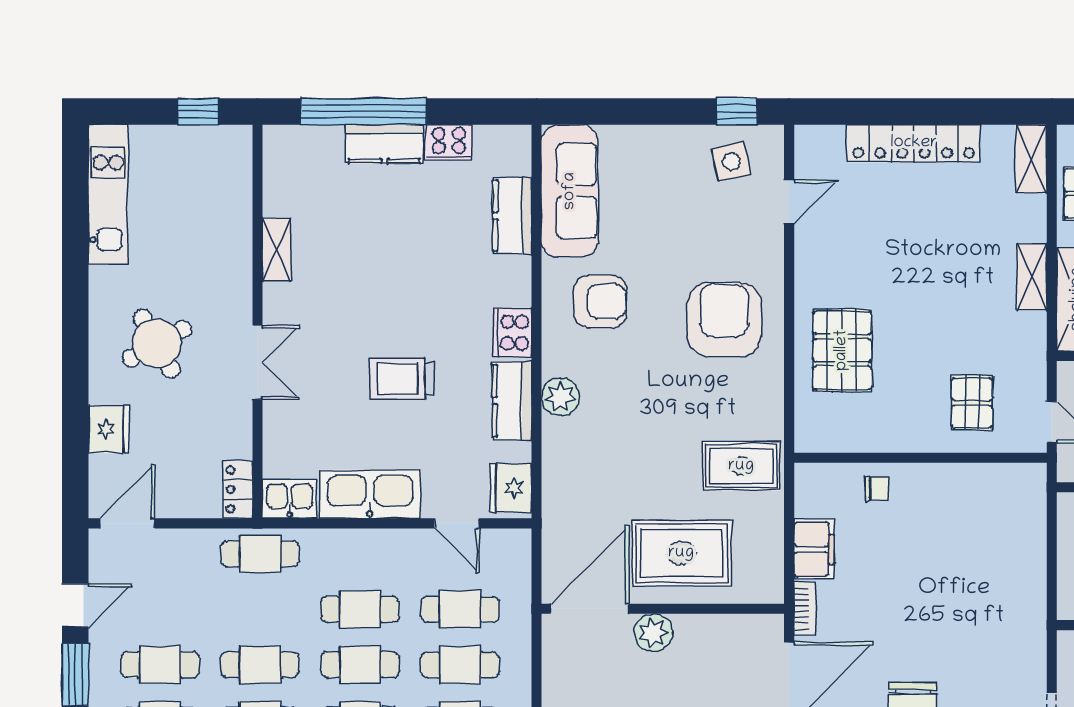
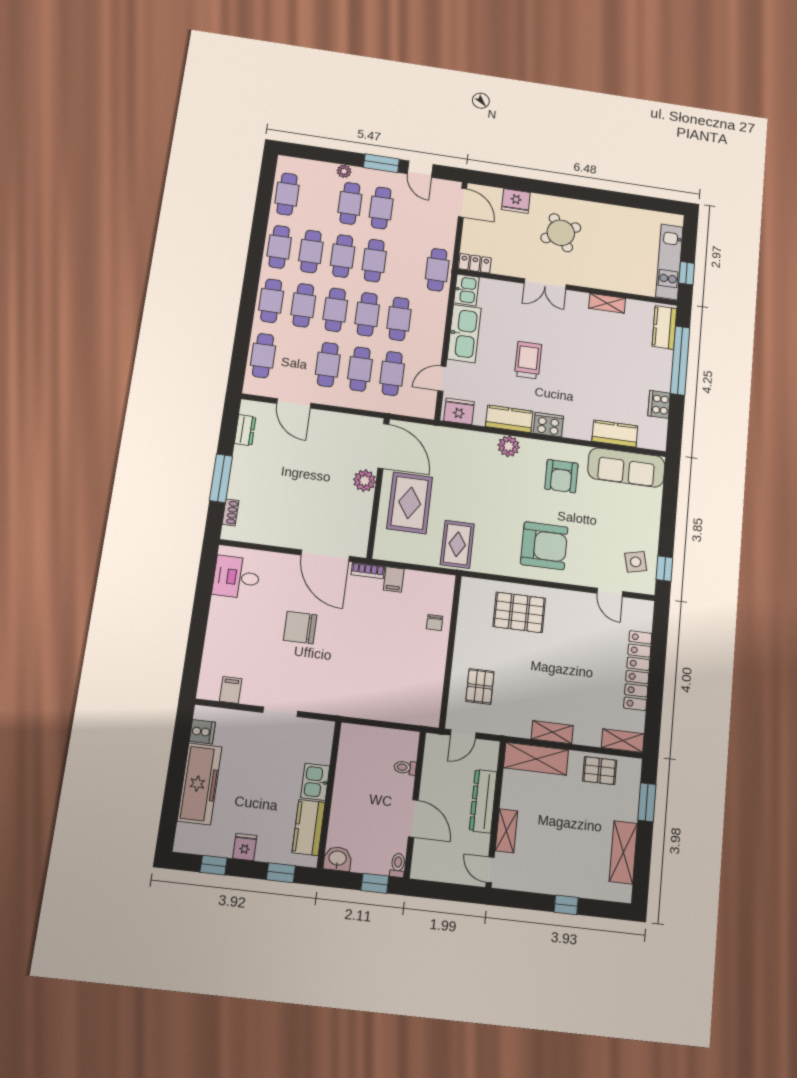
kitchen counter: (384, 144) -> (664, 327), moved
kitchen unit: (108, 195) -> (669, 262), moved, turned 90
pallet: (972, 403) -> (480, 686), turned 90
filing cabinet: (814, 549) -> (394, 579), width x0.50

